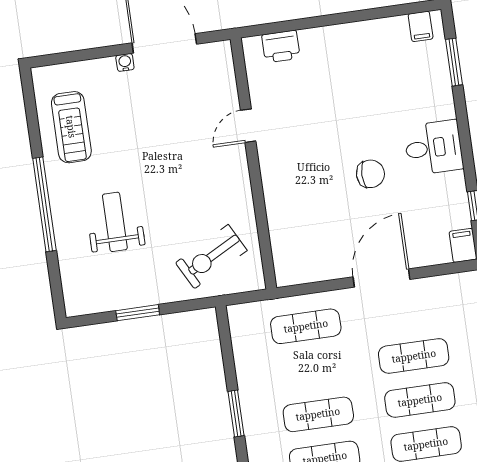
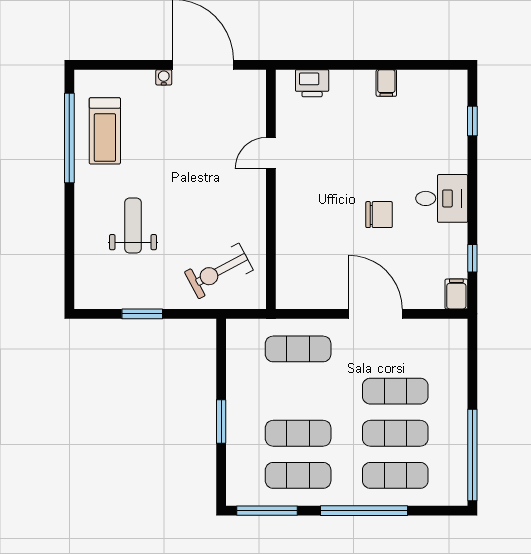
filing cabinet: (421, 26) -> (386, 83), moved
window: (454, 62) -> (472, 121), width x0.67
window: (44, 204) -> (69, 138), moved
door: (382, 278) -> (376, 314), hinge flipped

